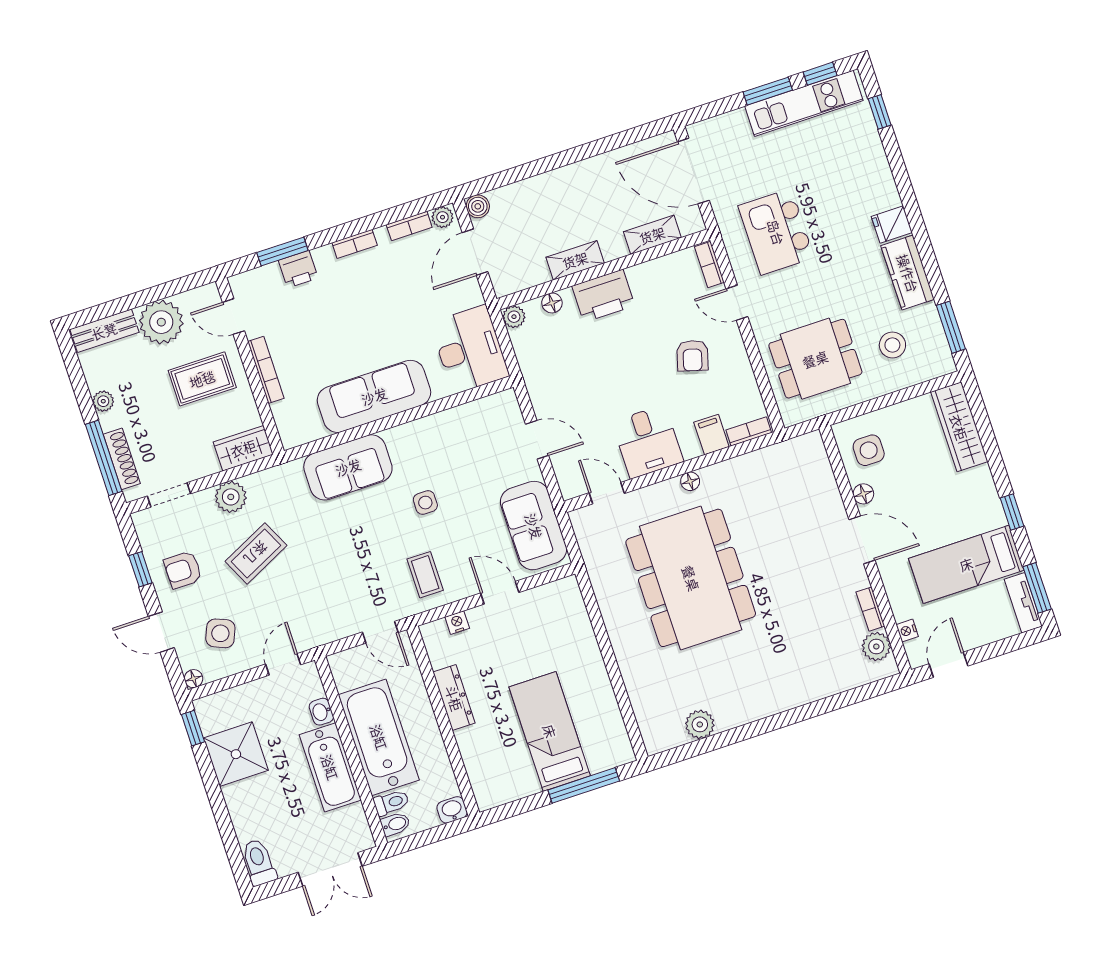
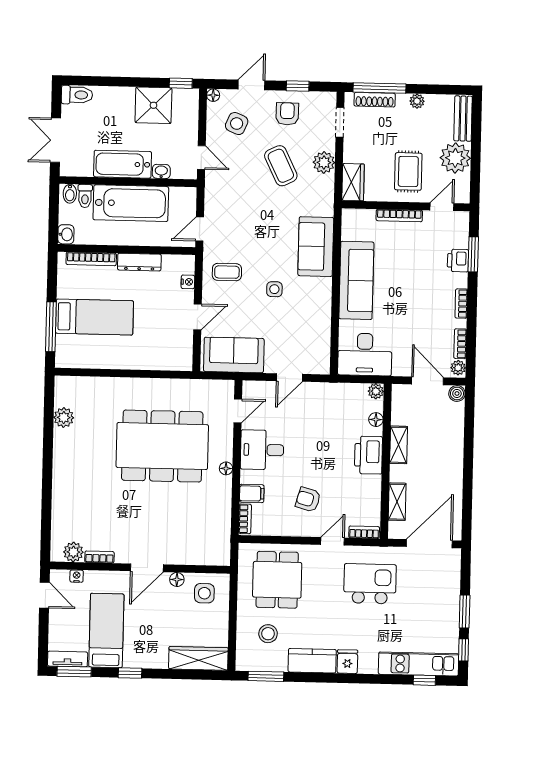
kitchen unit: (804, 103) -> (418, 664), moved, turned 90
bookcase: (473, 764) -> (91, 259), added

